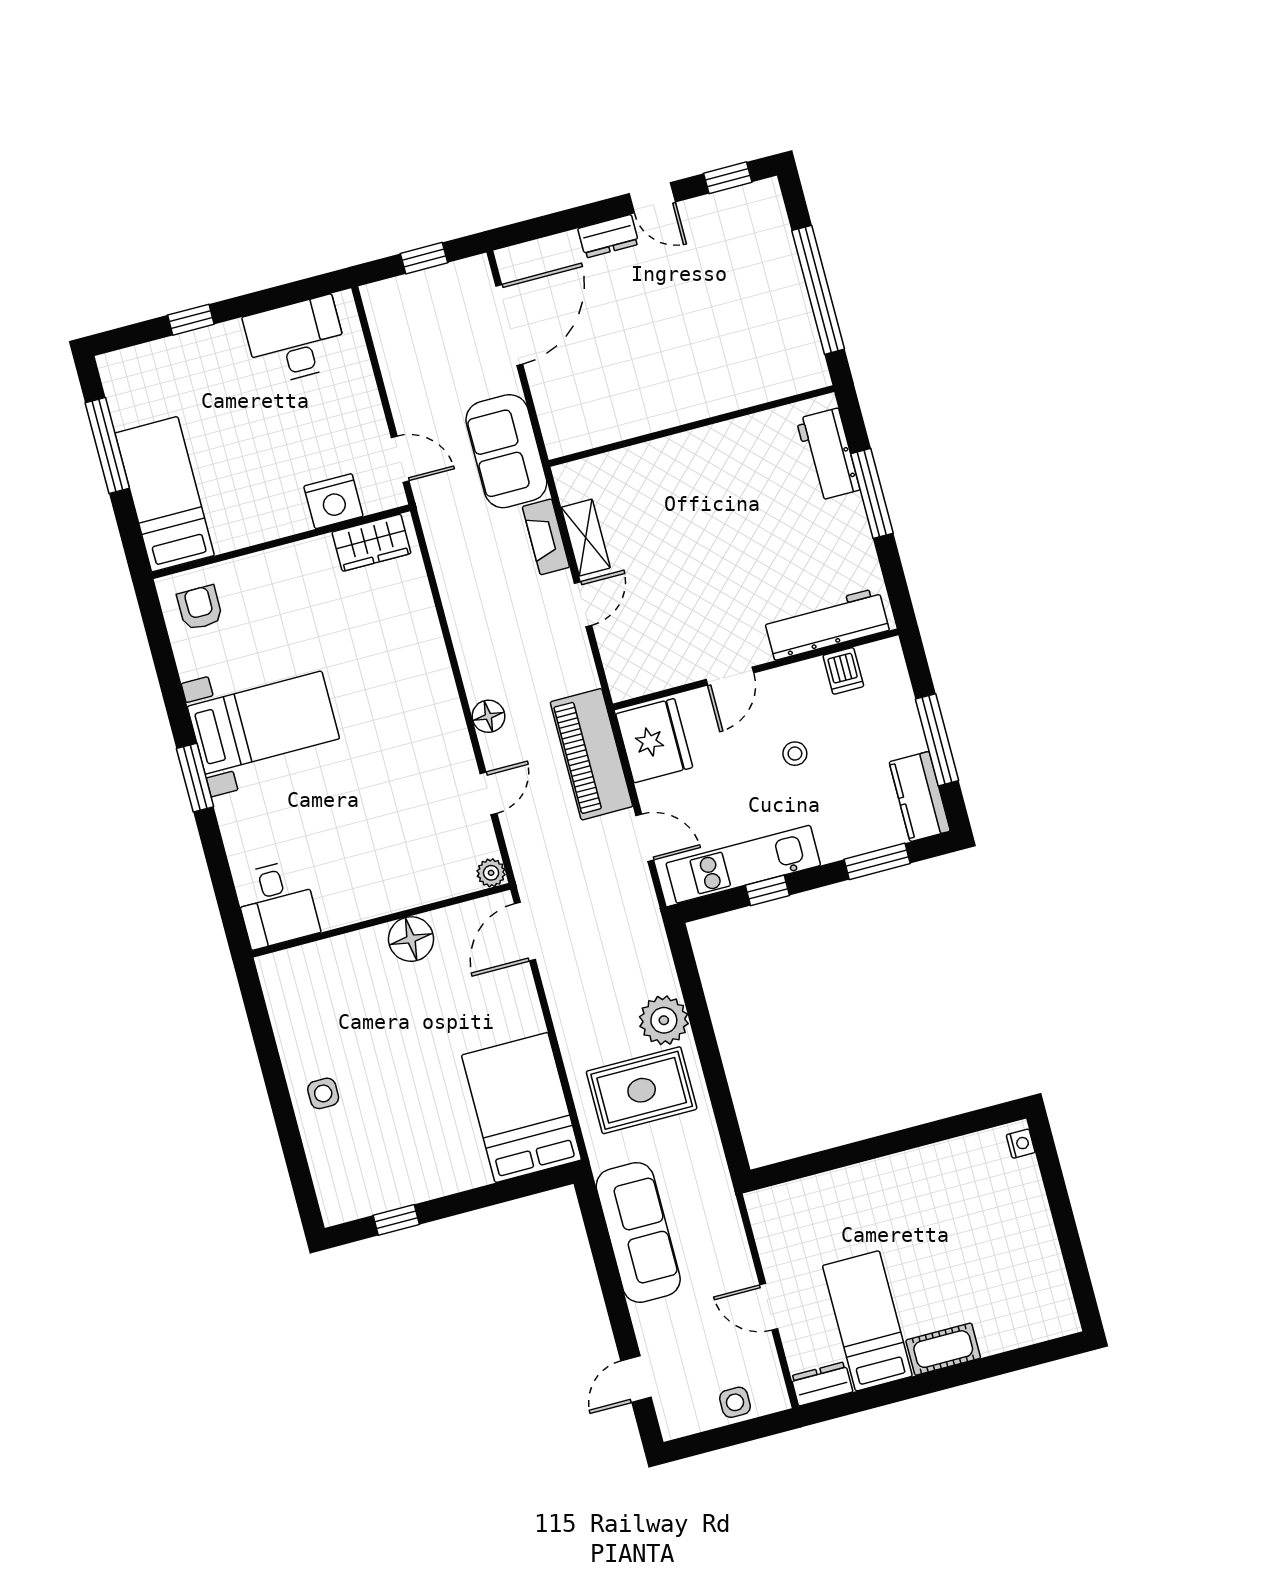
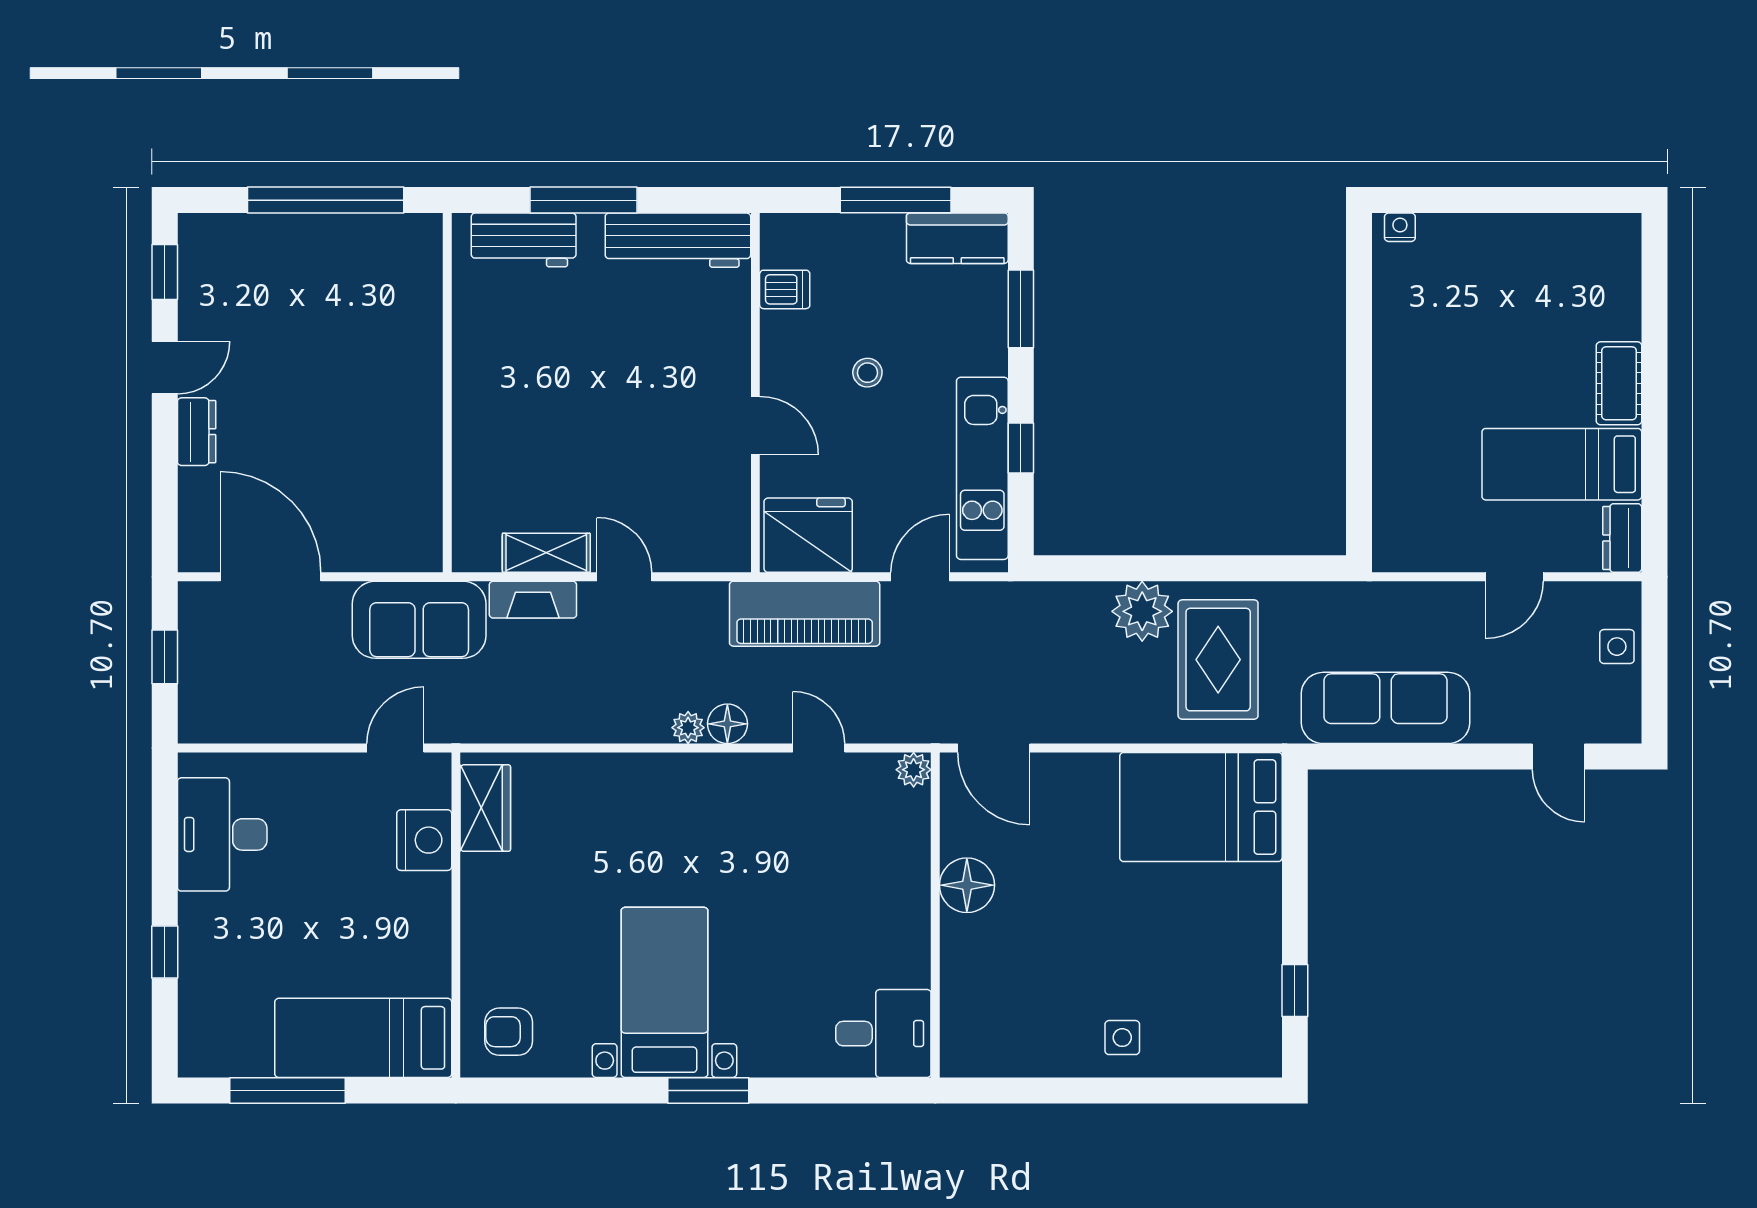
workbench: (826, 624) -> (678, 240), moved, turned -90
plant: (477, 686) -> (688, 728), added

